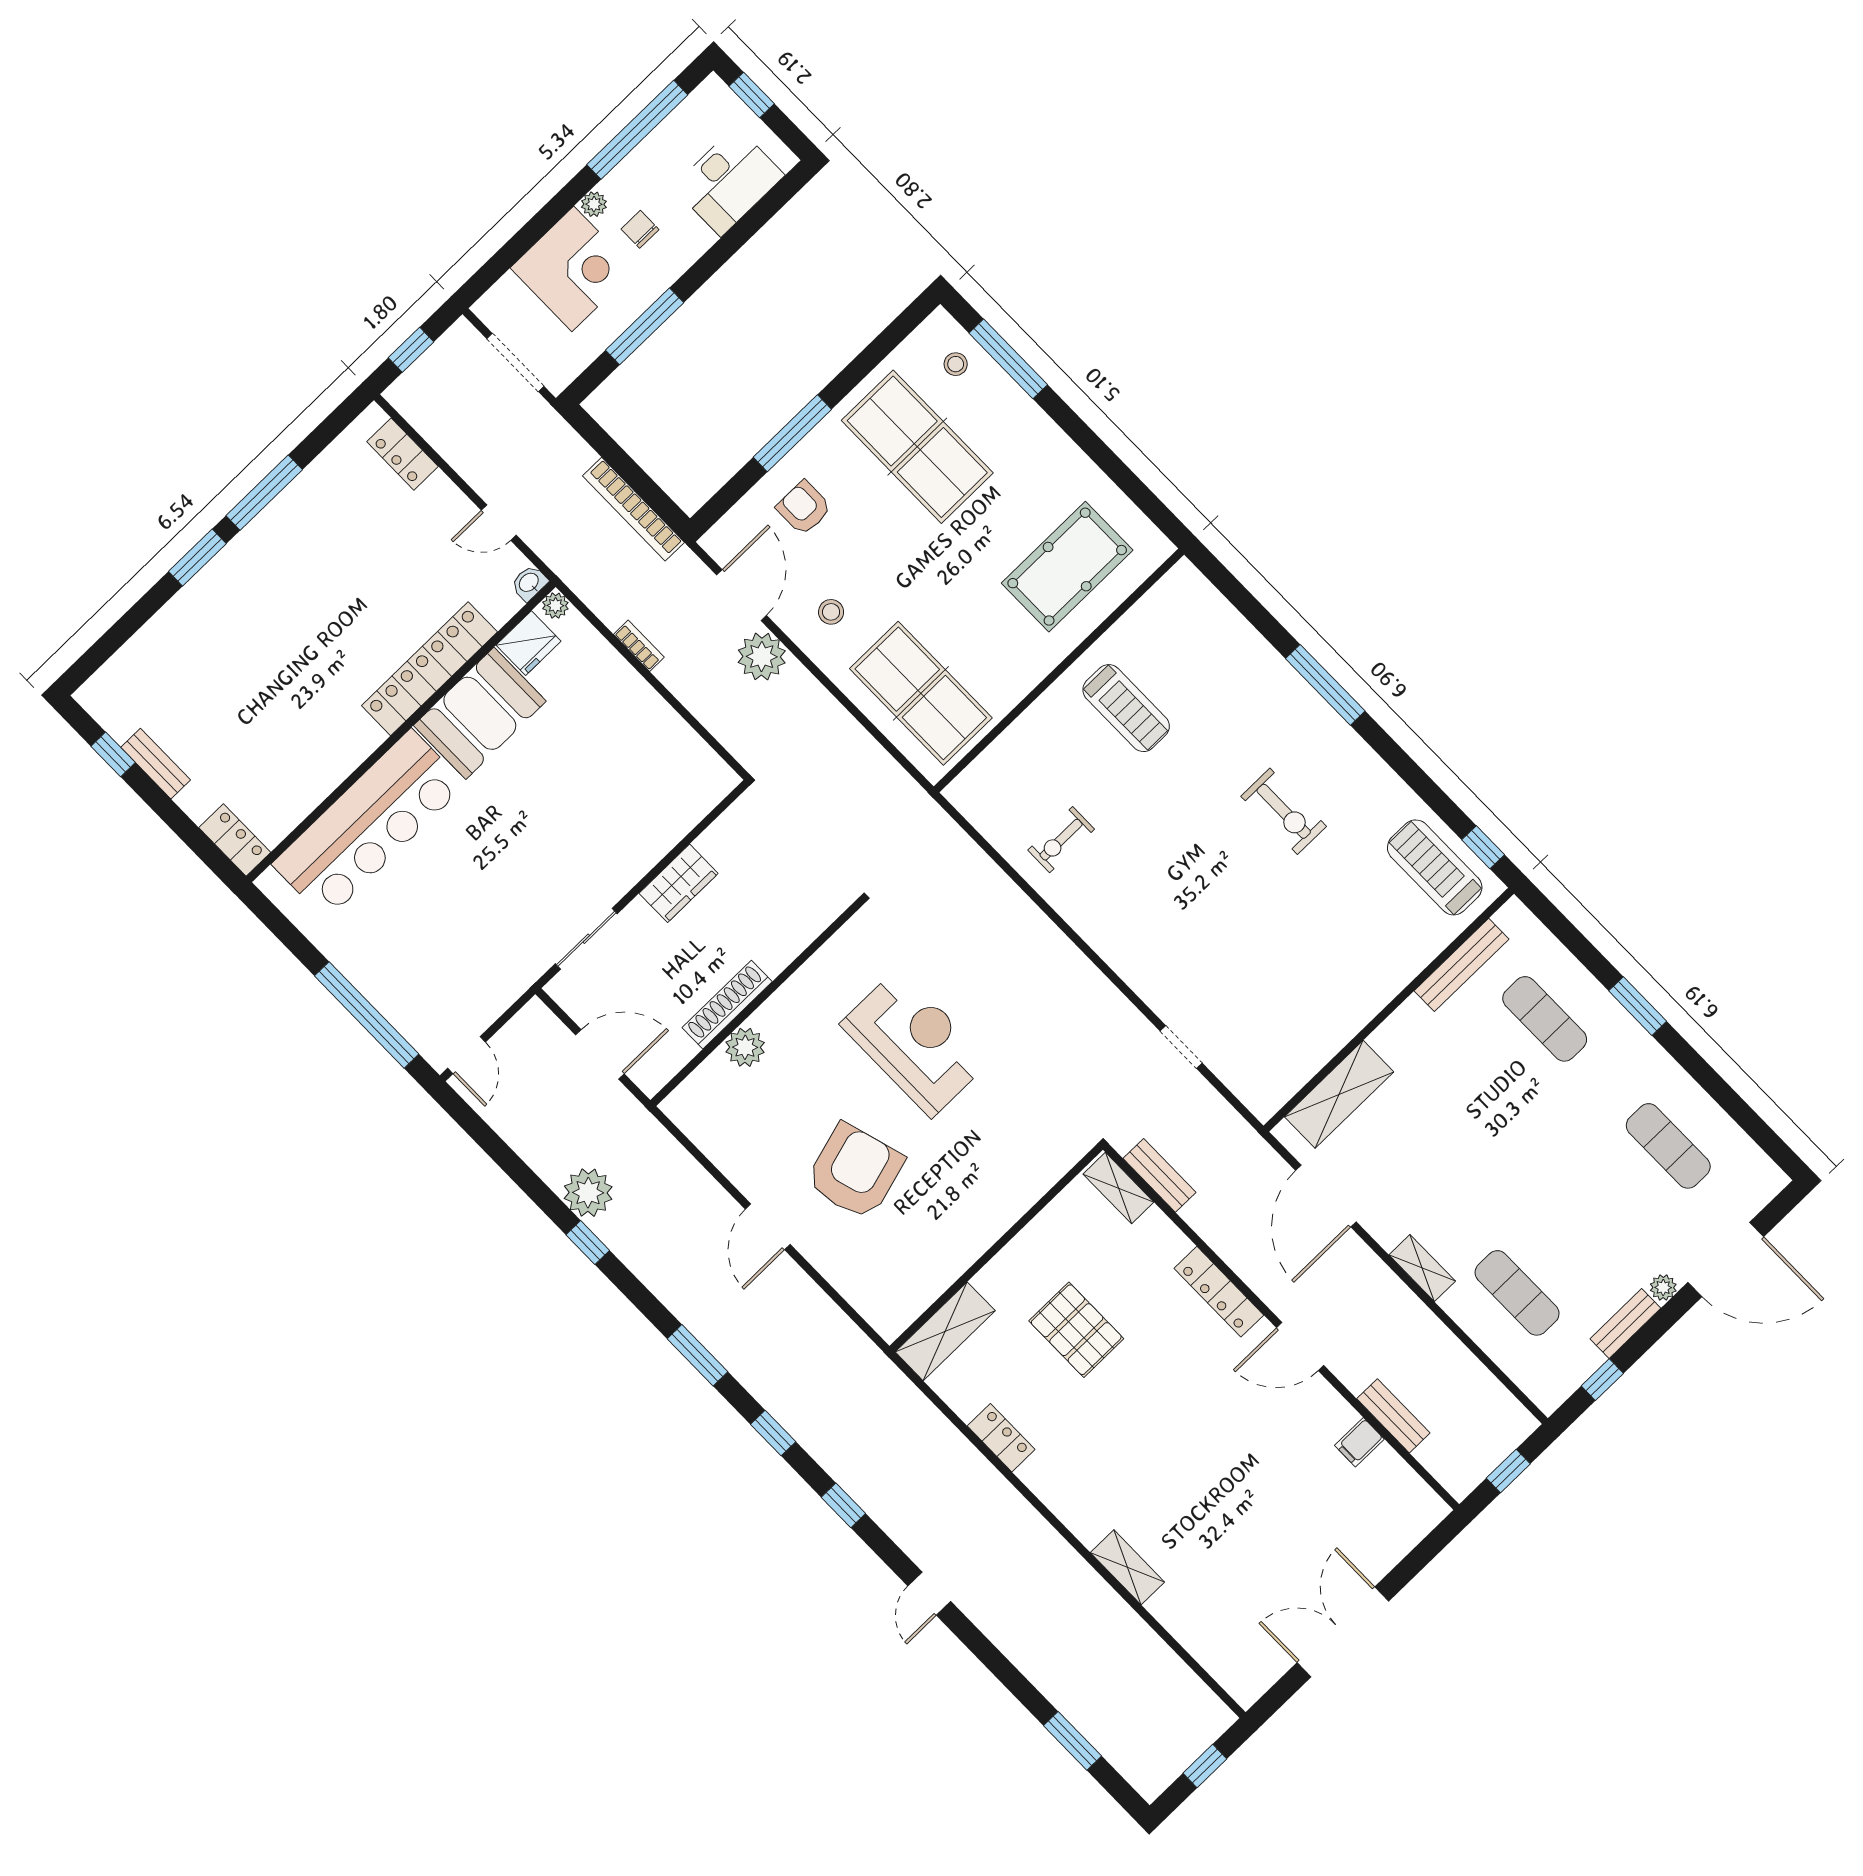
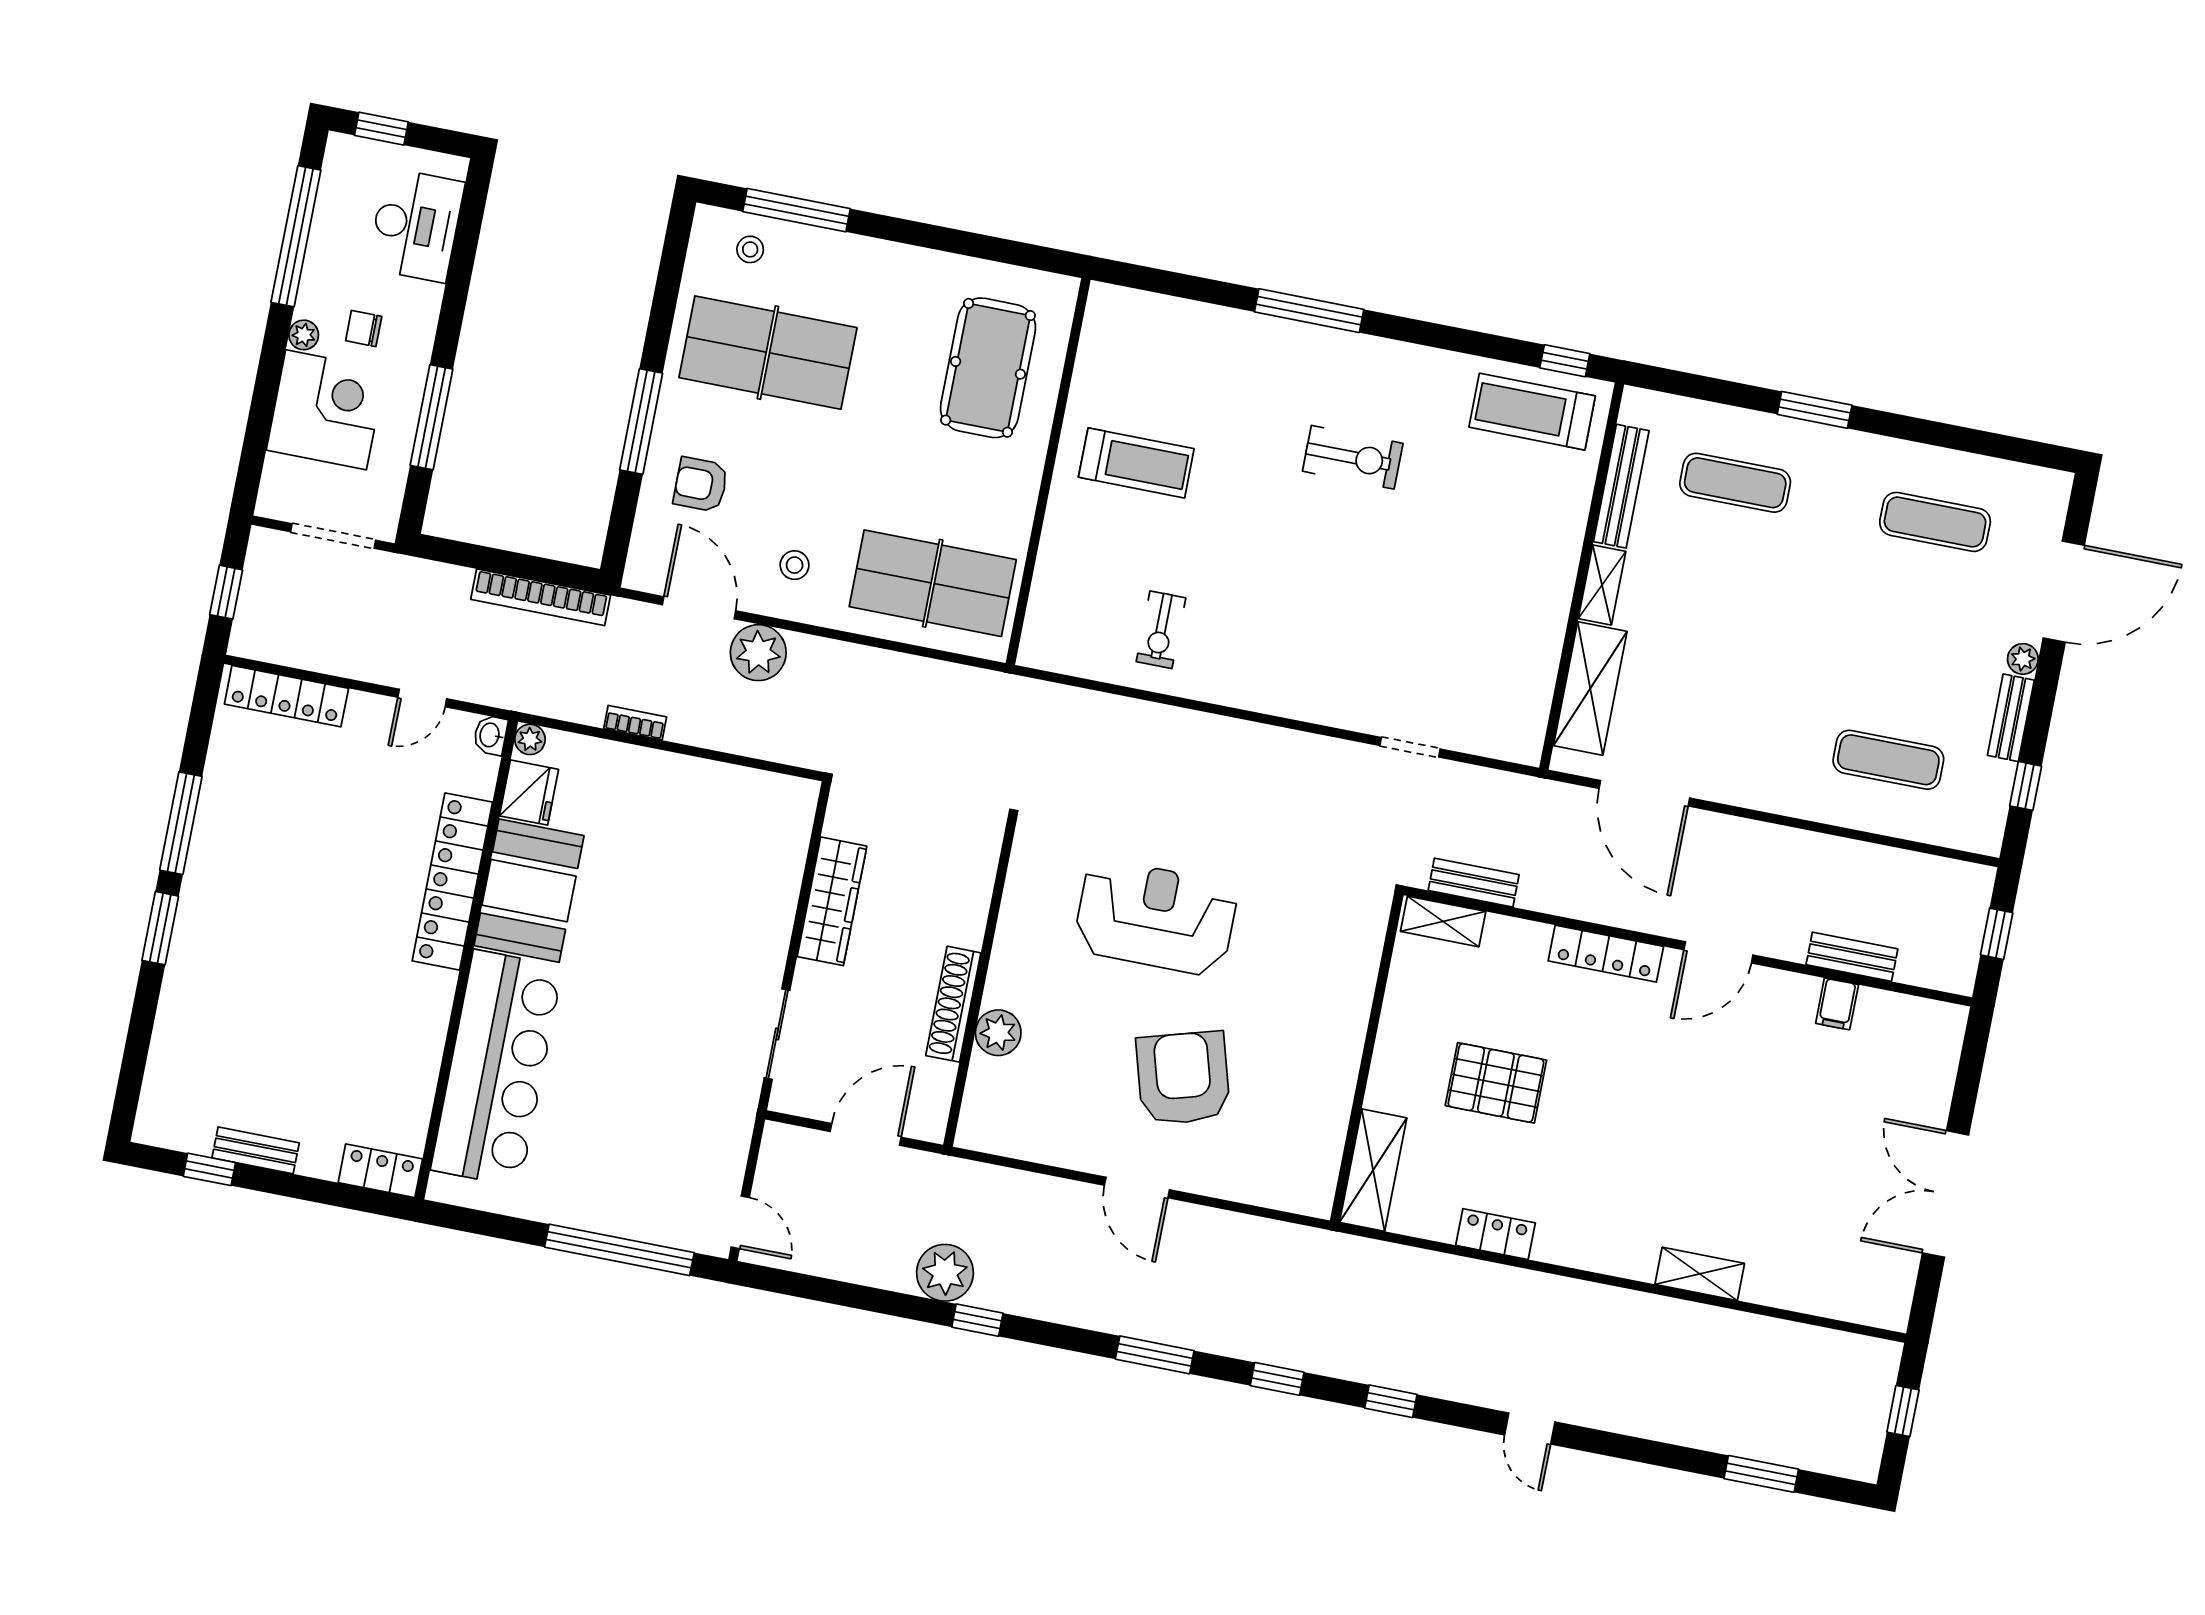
locker: (403, 454) -> (286, 696), width x1.53
wardrobe: (679, 883) -> (832, 901), width x1.50
shelving: (1422, 1268) -> (1602, 585), moved, turned 90

